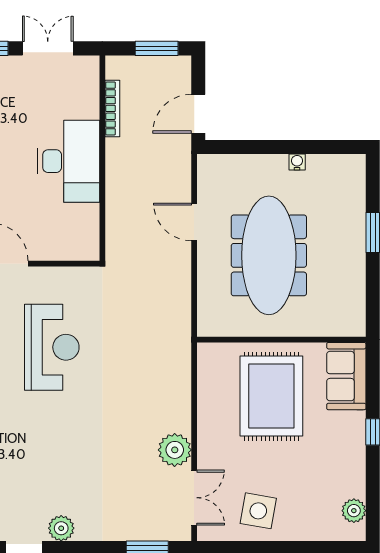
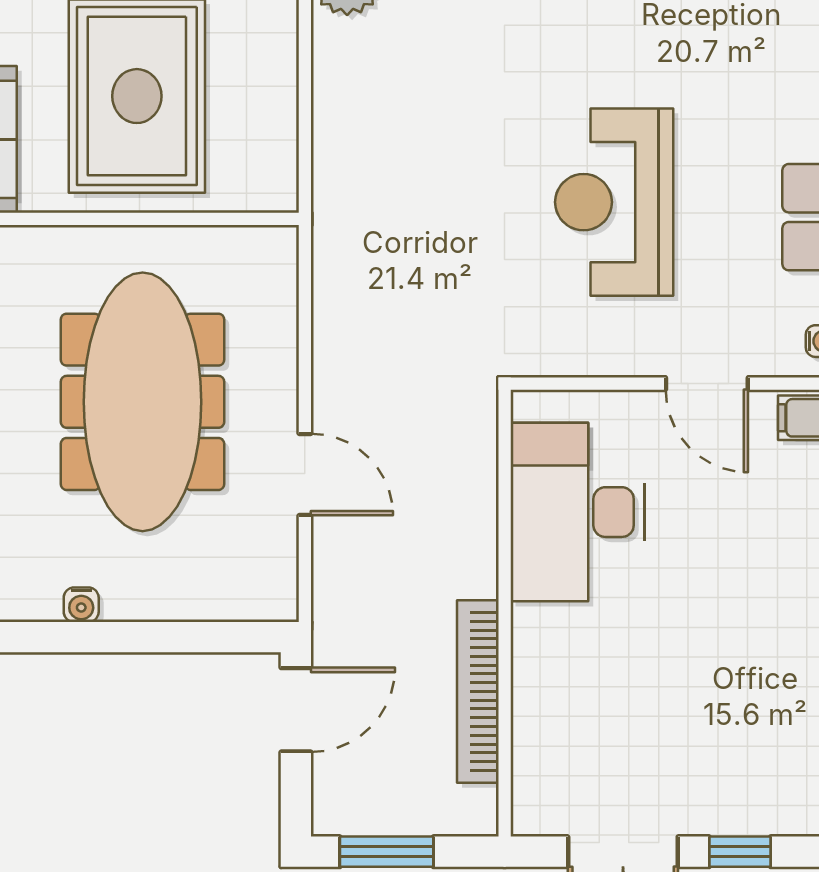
bookcase: (112, 108) -> (478, 691), width x1.48, depth x1.31
desk: (69, 161) -> (577, 512), moved

